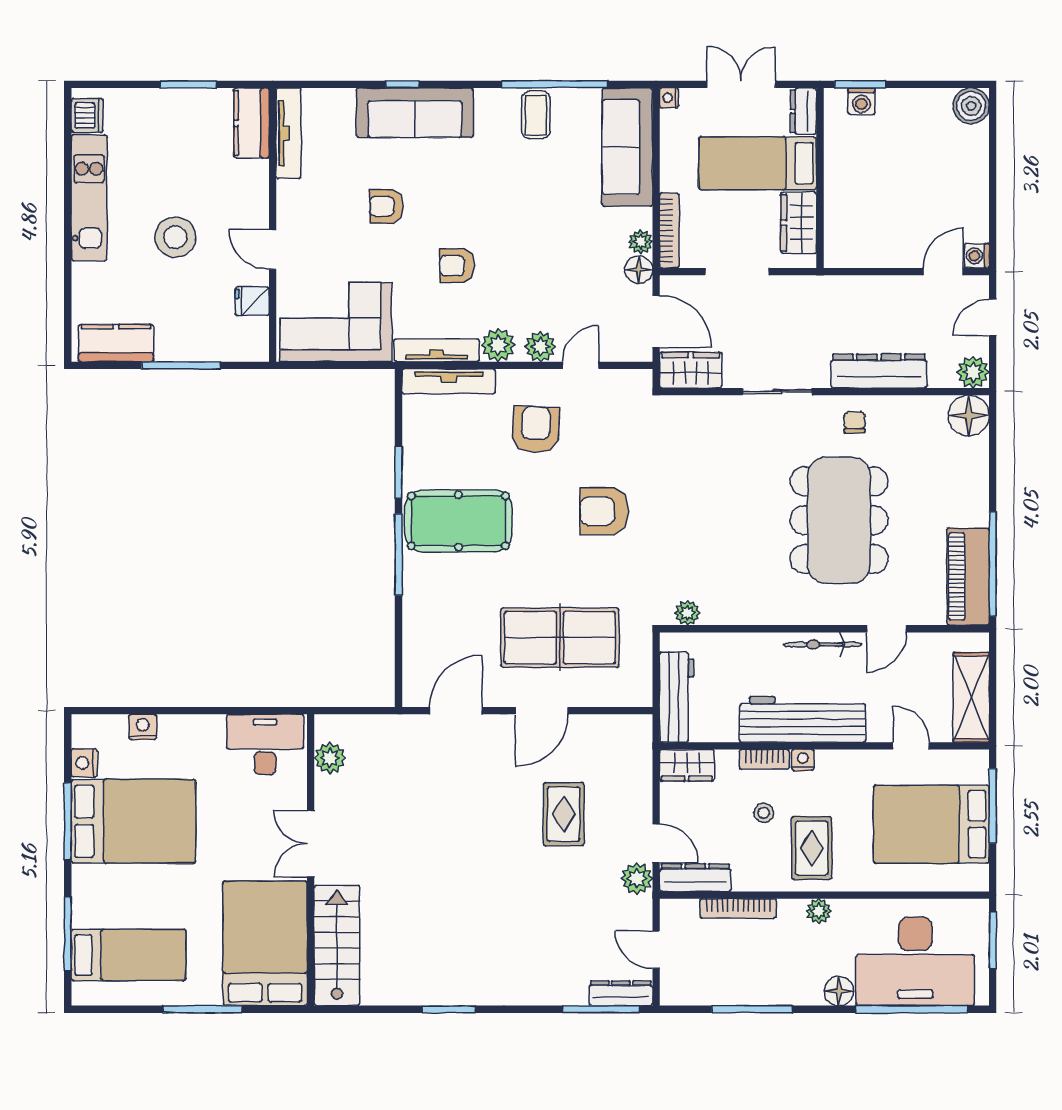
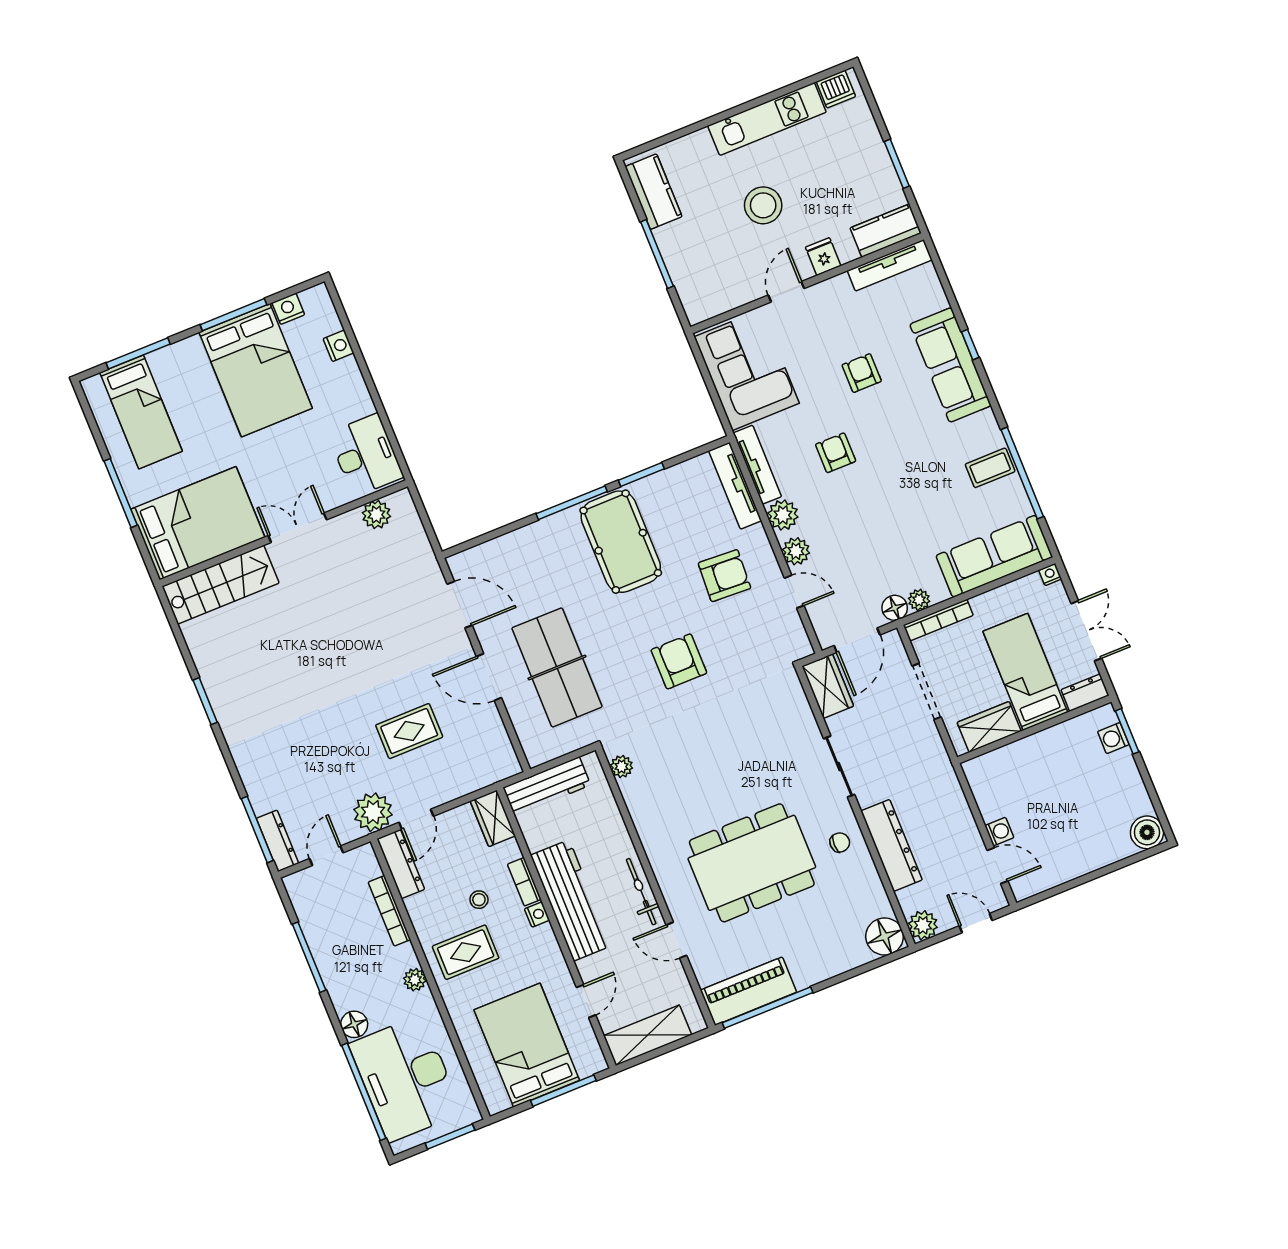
washing machine: (977, 256) -> (999, 832), moved, turned 90
fridge: (252, 301) -> (823, 257), moved
plant: (637, 879) -> (373, 812), width x1.36, depth x1.36

